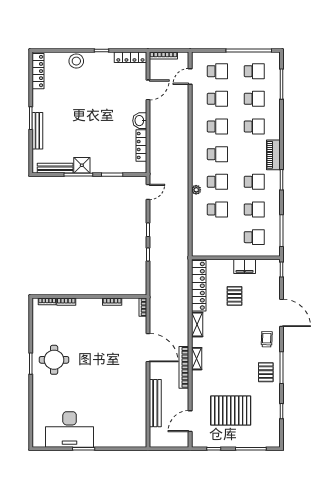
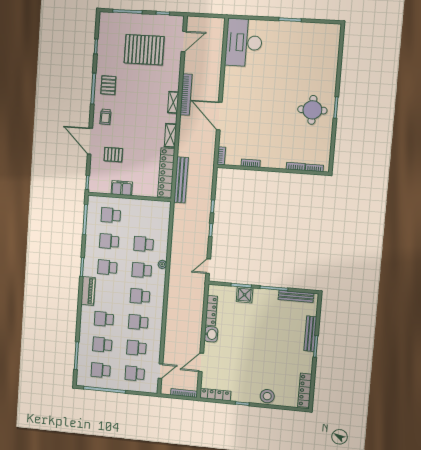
shower: (82, 165) -> (245, 295), moved
pallet: (235, 296) -> (113, 155), moved, turned 90
bench: (155, 403) -> (181, 180), moved
desk: (70, 429) -> (244, 43), moved, turned -90

